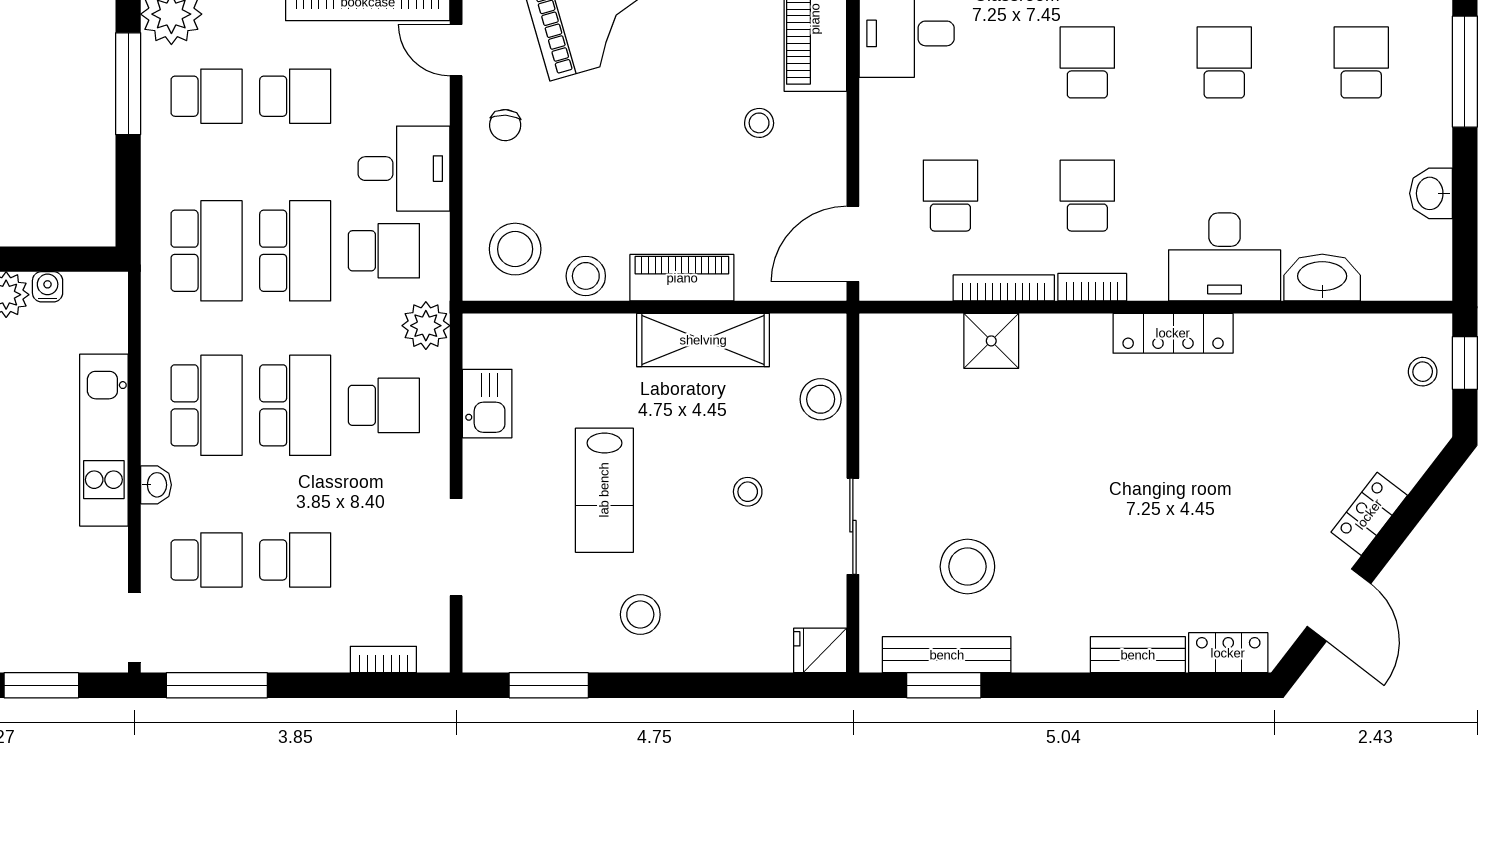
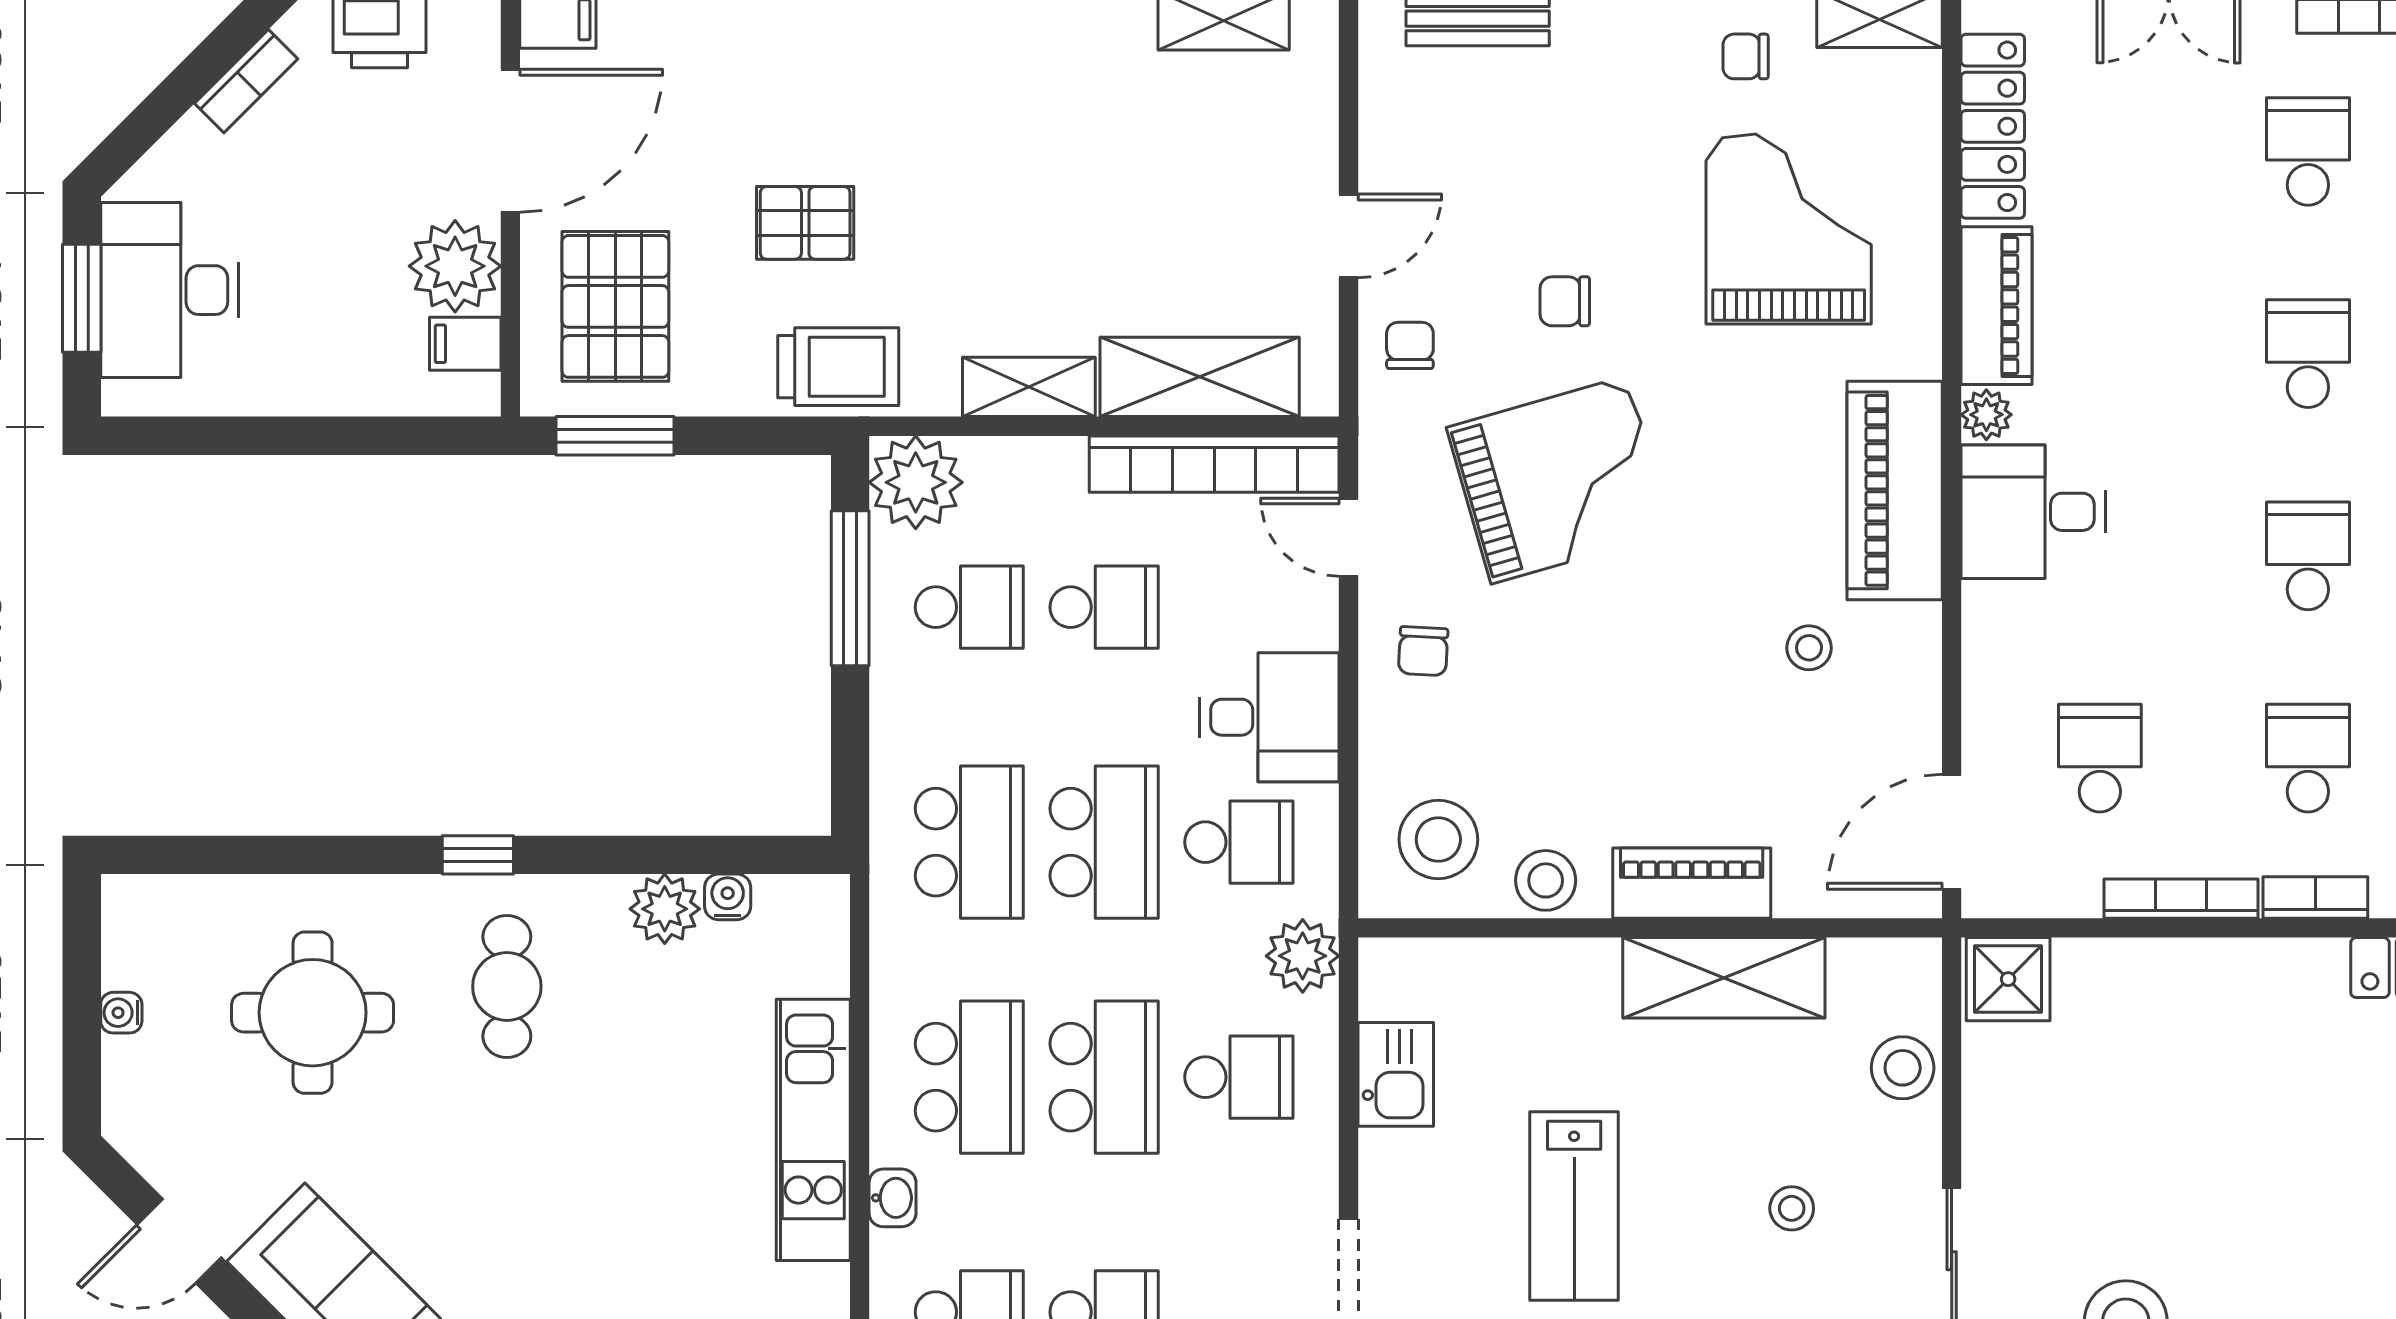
shower: (991, 341) -> (2008, 979), moved

